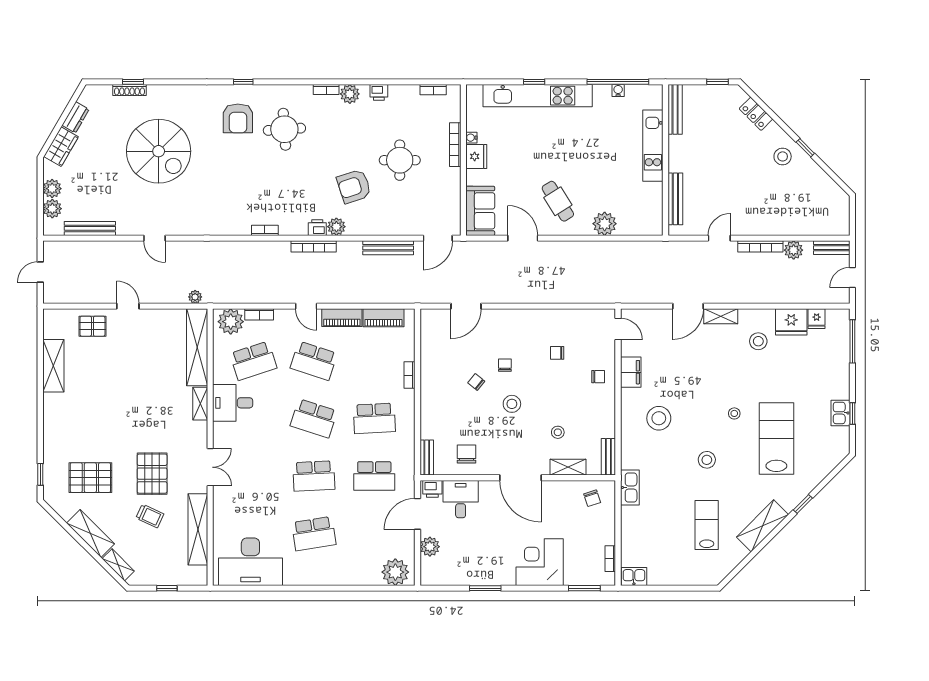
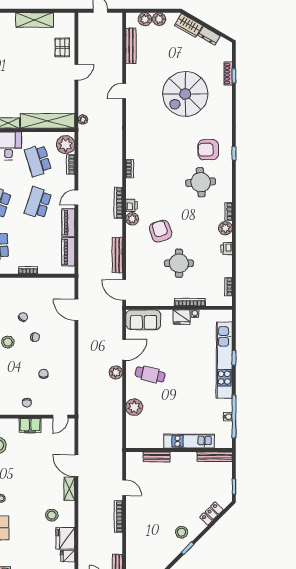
bench: (675, 199) -> (157, 457), width x0.73
cafe table: (558, 201) -> (150, 374), turned 45
plant: (794, 250) -> (116, 372), moved

